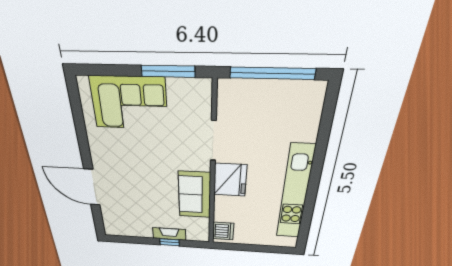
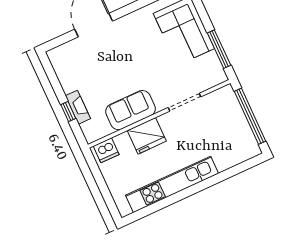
fridge: (230, 180) -> (147, 136), moved

